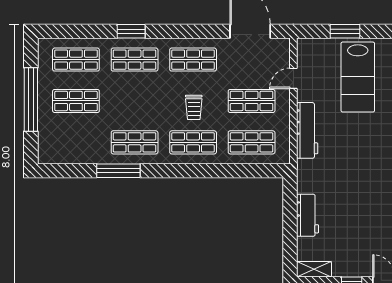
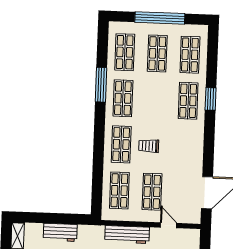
shop shelf: (193, 60) -> (125, 52), moved

